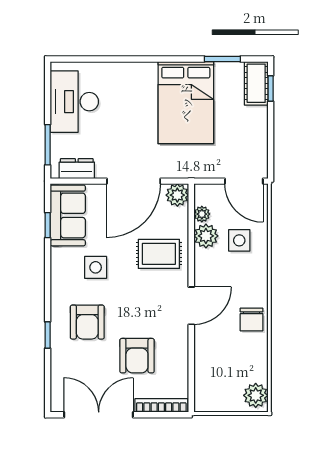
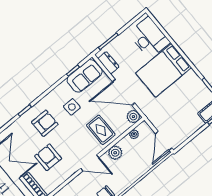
desk: (74, 102) -> (149, 38), moved, turned 90
bed: (186, 103) -> (164, 70), moved
plant: (206, 236) -> (115, 153), moved
side table: (239, 240) -> (136, 160), removed
armchair: (87, 322) -> (45, 123), turned 180
armchair: (137, 356) -> (48, 157), turned 90

